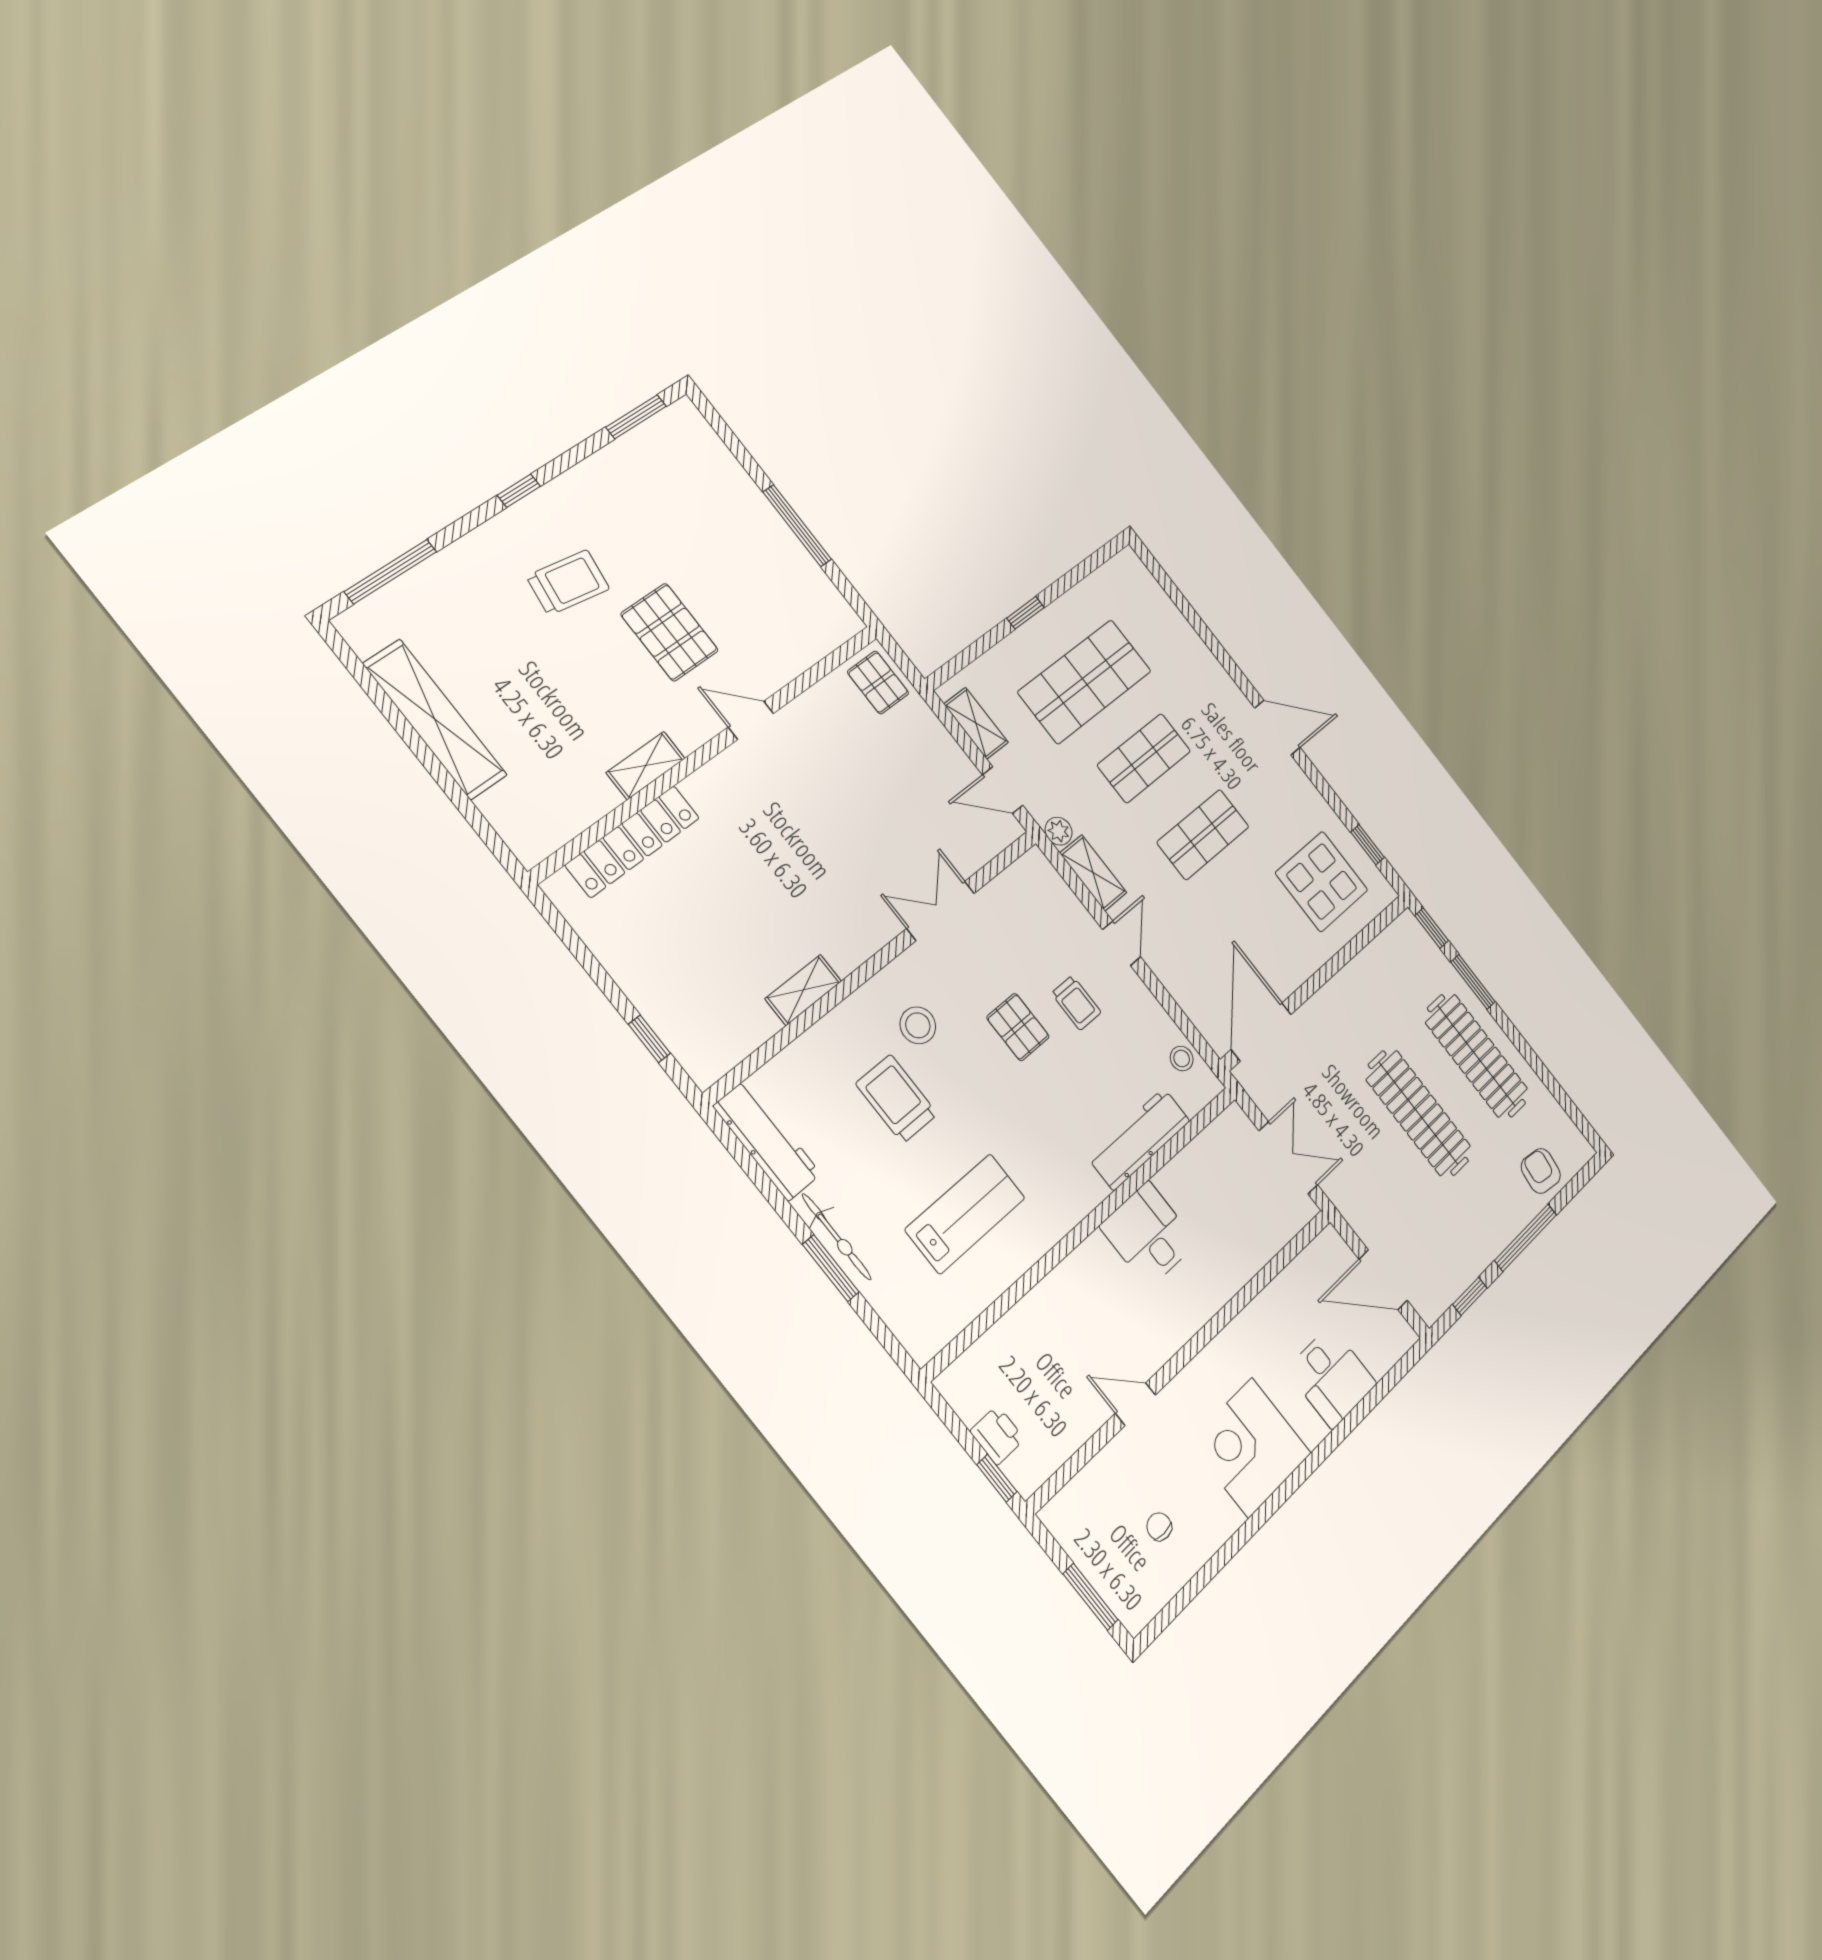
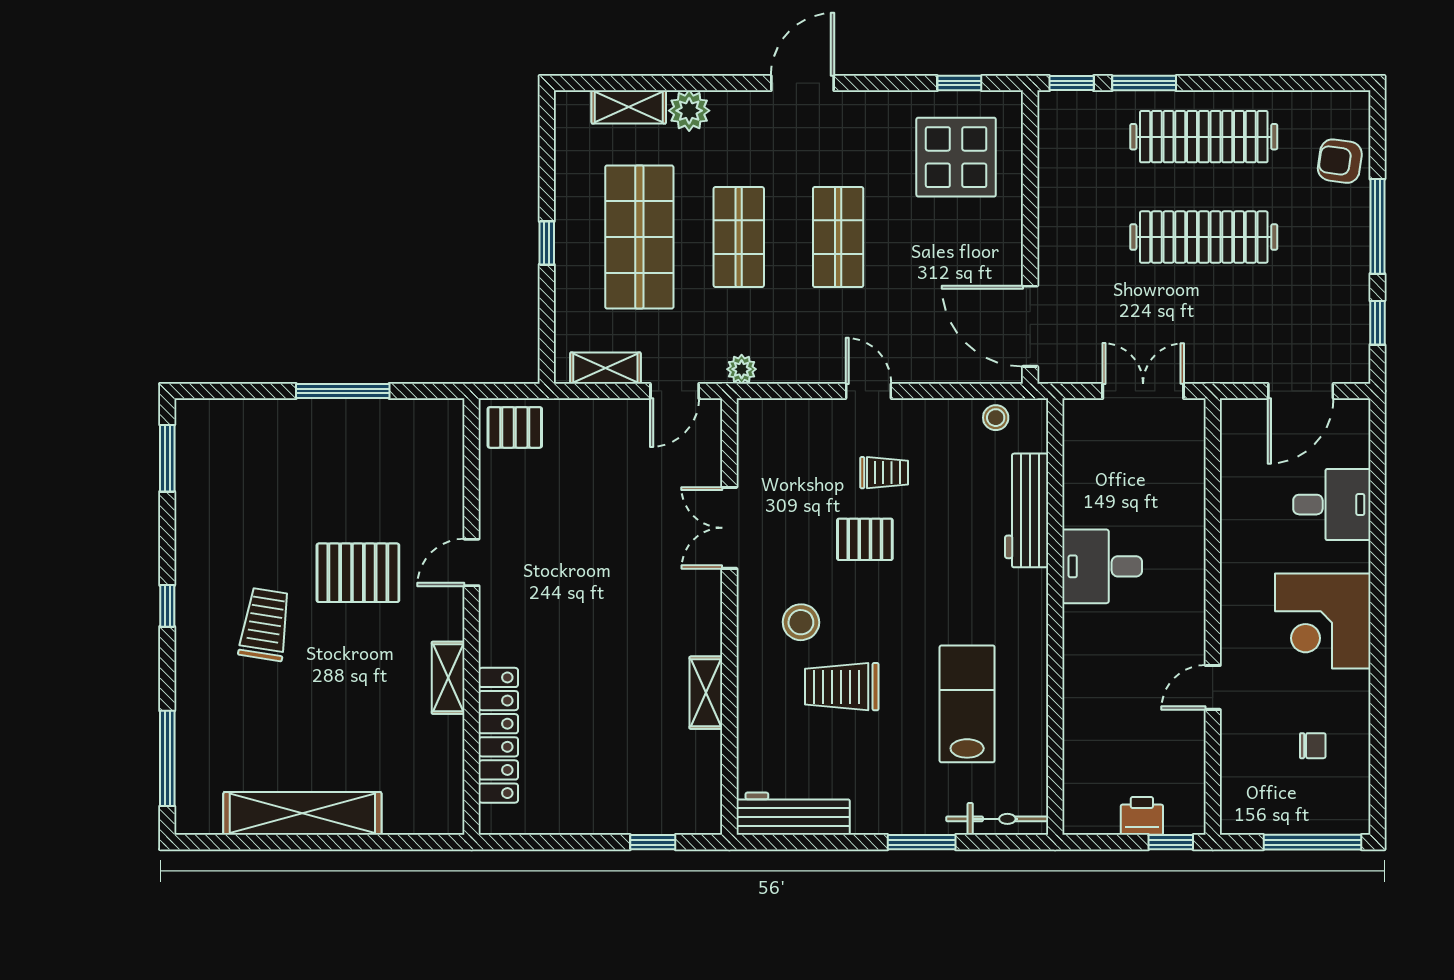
plant: (1195, 656) -> (689, 111), added
shelving: (1093, 873) -> (629, 107), moved
bicycle: (837, 1237) -> (997, 819), moved
chair: (1159, 1527) -> (1313, 746), turned 180
window: (1091, 1597) -> (1312, 842), width x1.44

